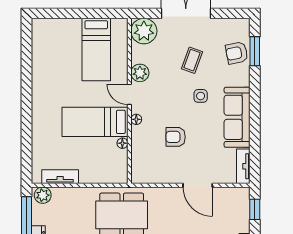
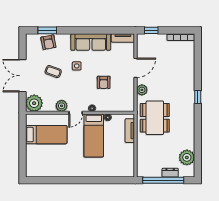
tv unit: (60, 177) -> (130, 131), moved
plant: (43, 195) -> (142, 90), moved

